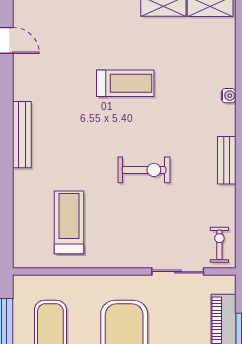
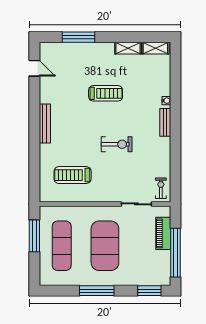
bench: (227, 160) -> (165, 122), moved
treadmill: (69, 222) -> (73, 175), turned -90

